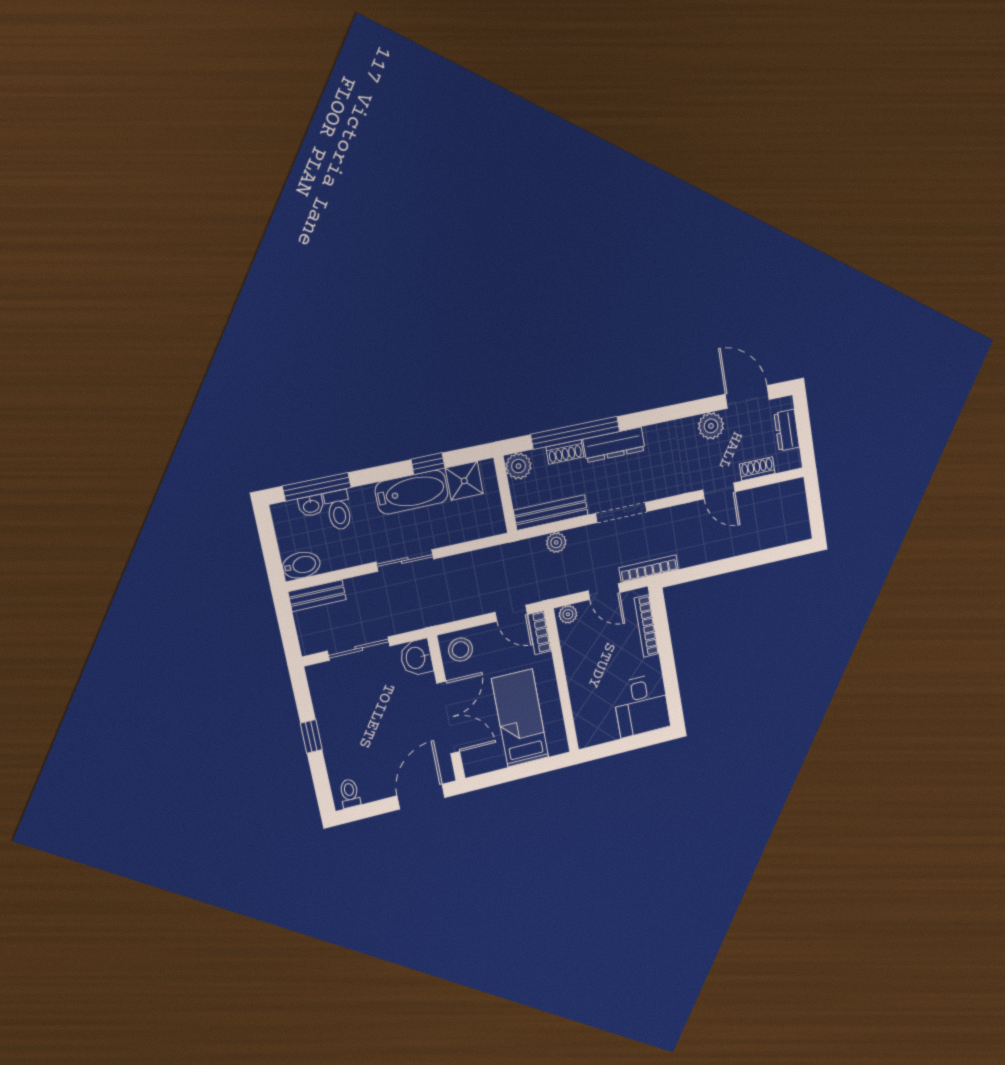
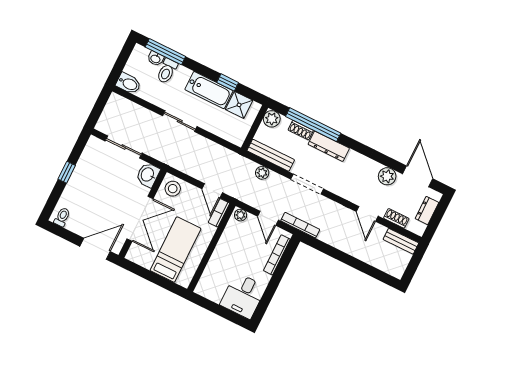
bench: (317, 596) -> (401, 241), moved

